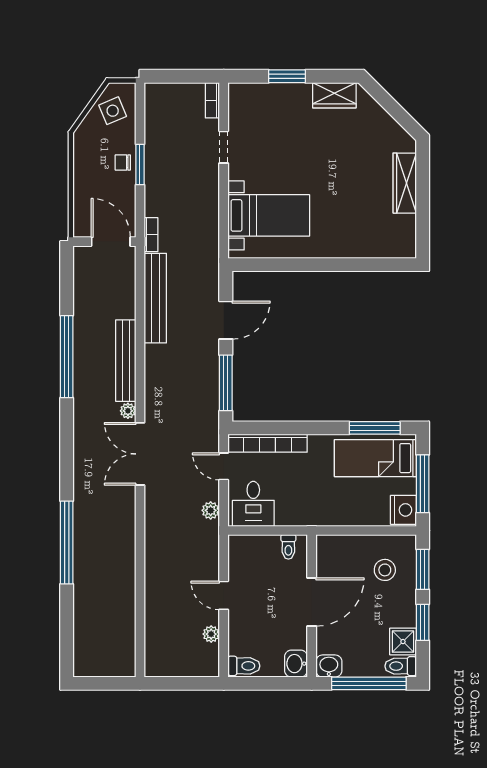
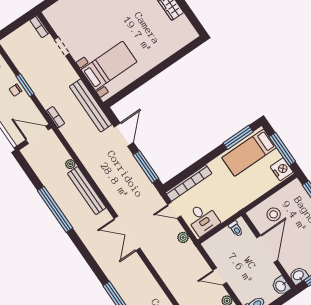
bench: (155, 298) -> (91, 105), moved
plant: (128, 411) -> (70, 164), moved
stool: (385, 570) -> (274, 214), moved

